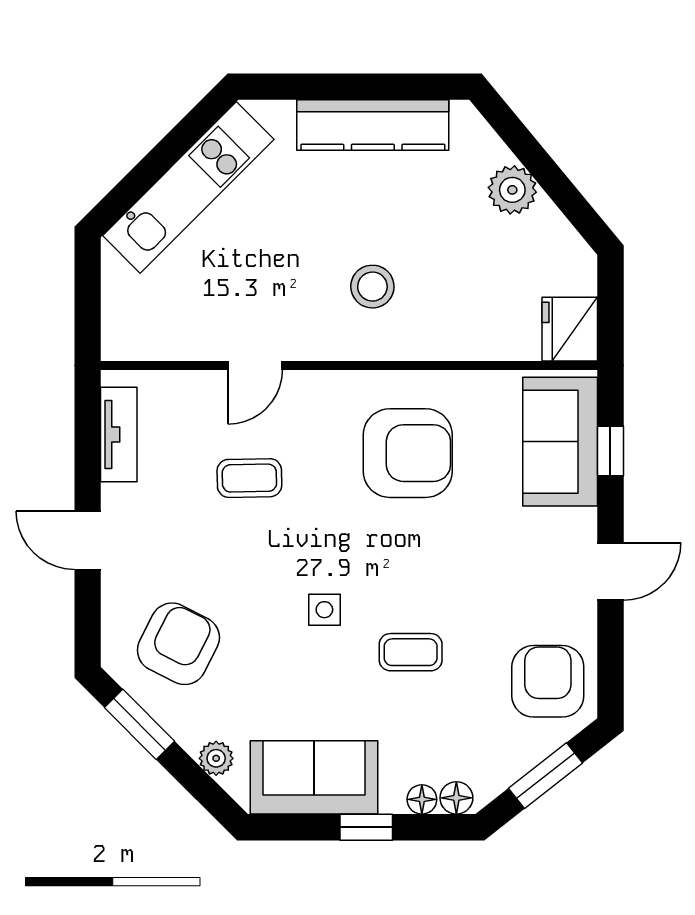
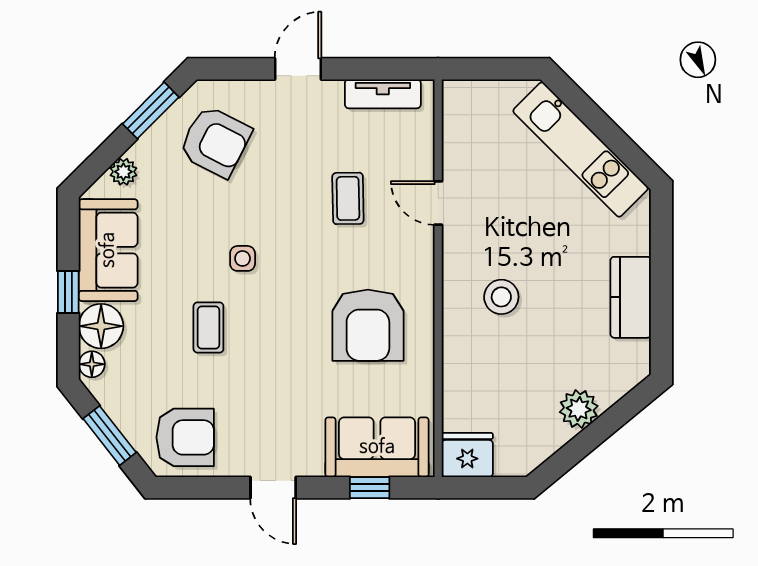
kitchen counter: (373, 125) -> (631, 297), width x0.67
floor lamp: (422, 799) -> (101, 326), width x1.89, depth x1.89

